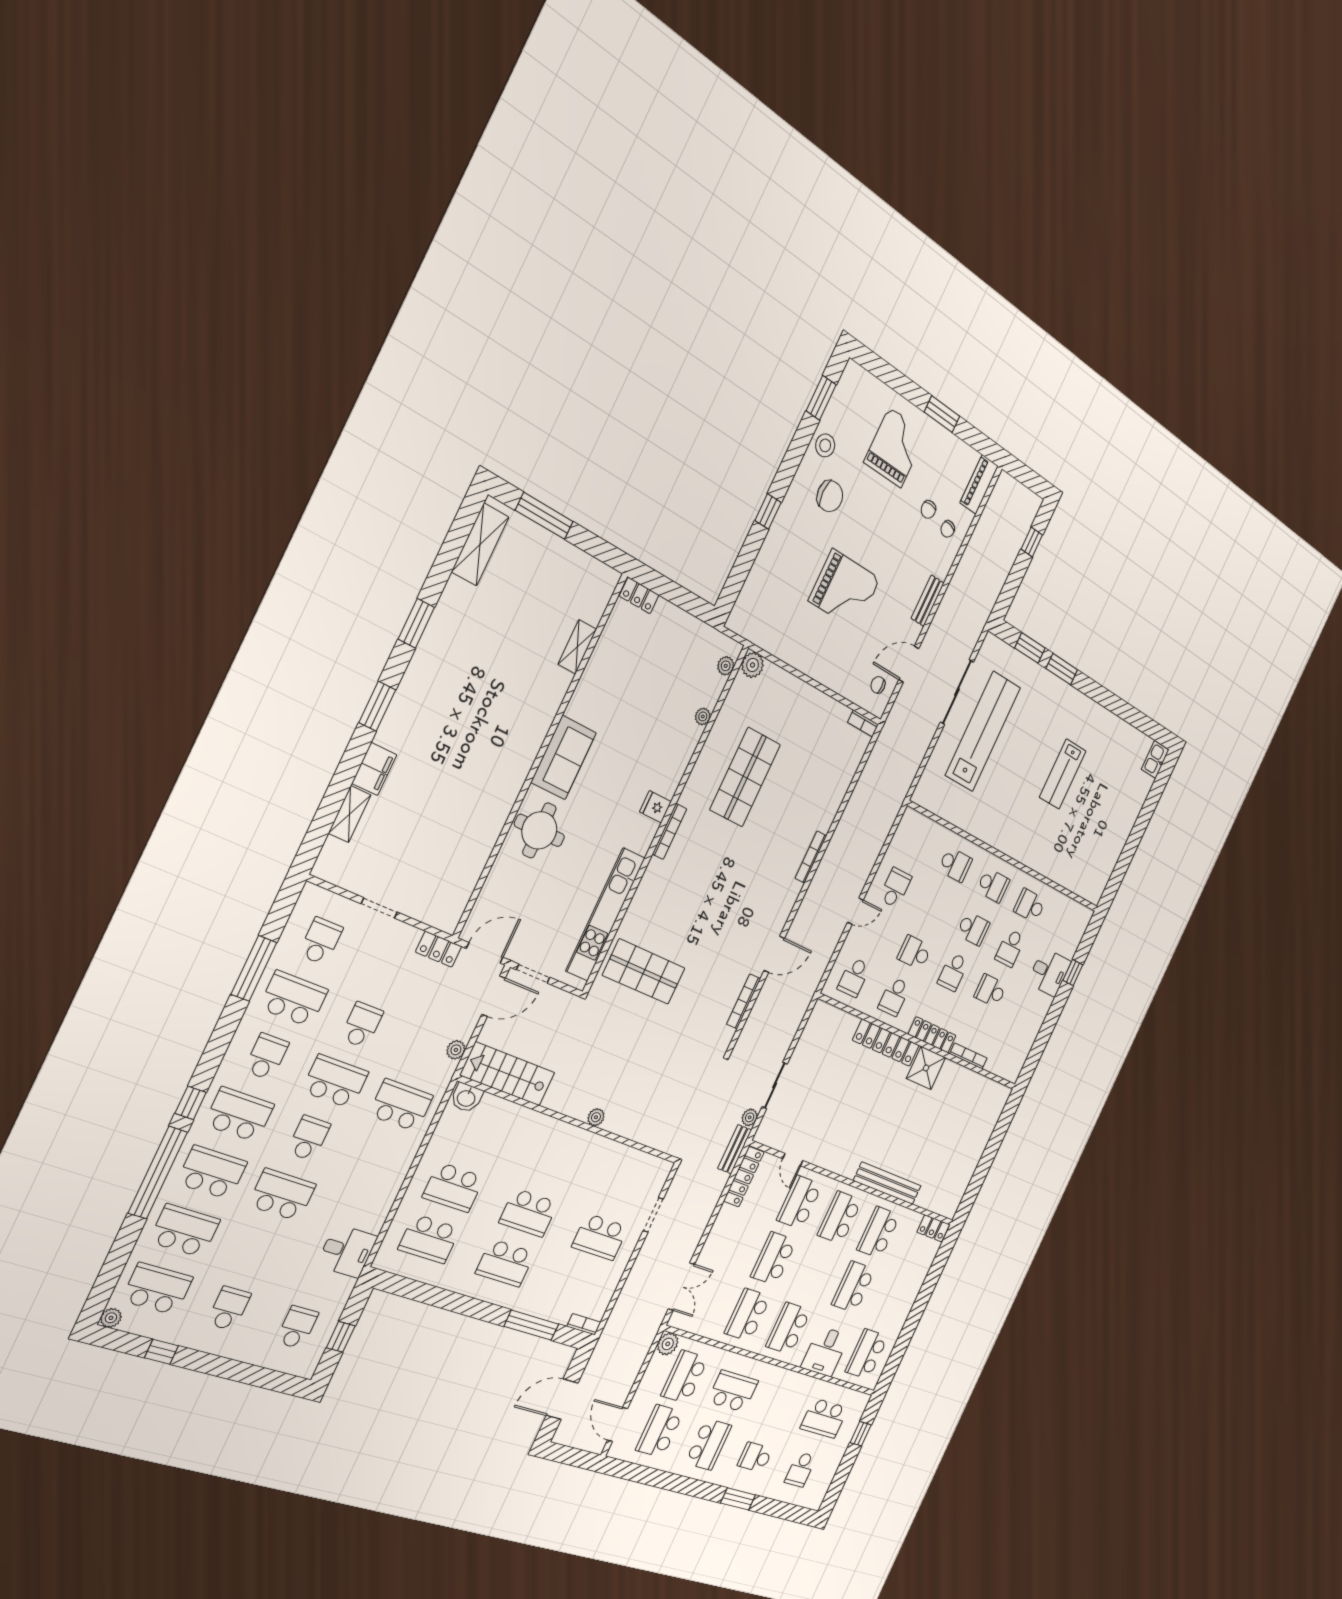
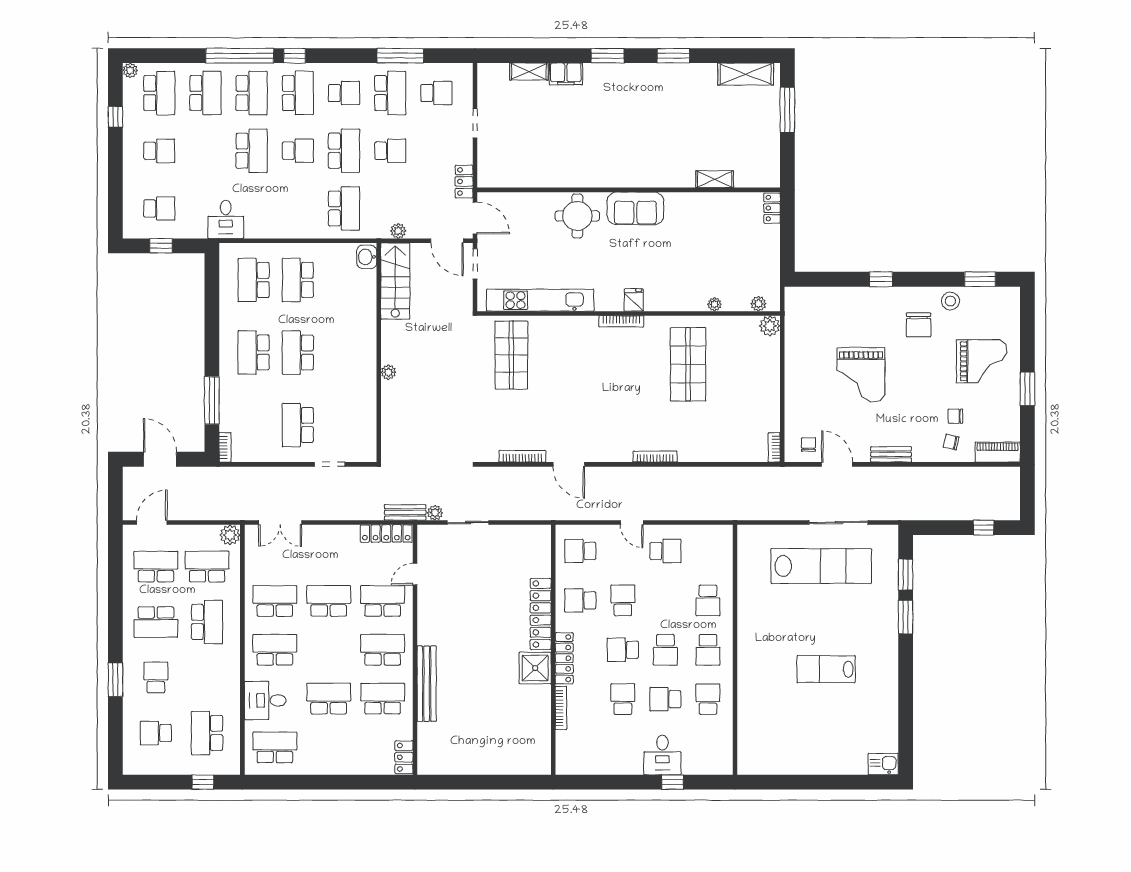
shop shelf: (745, 777) -> (688, 364), turned 90

